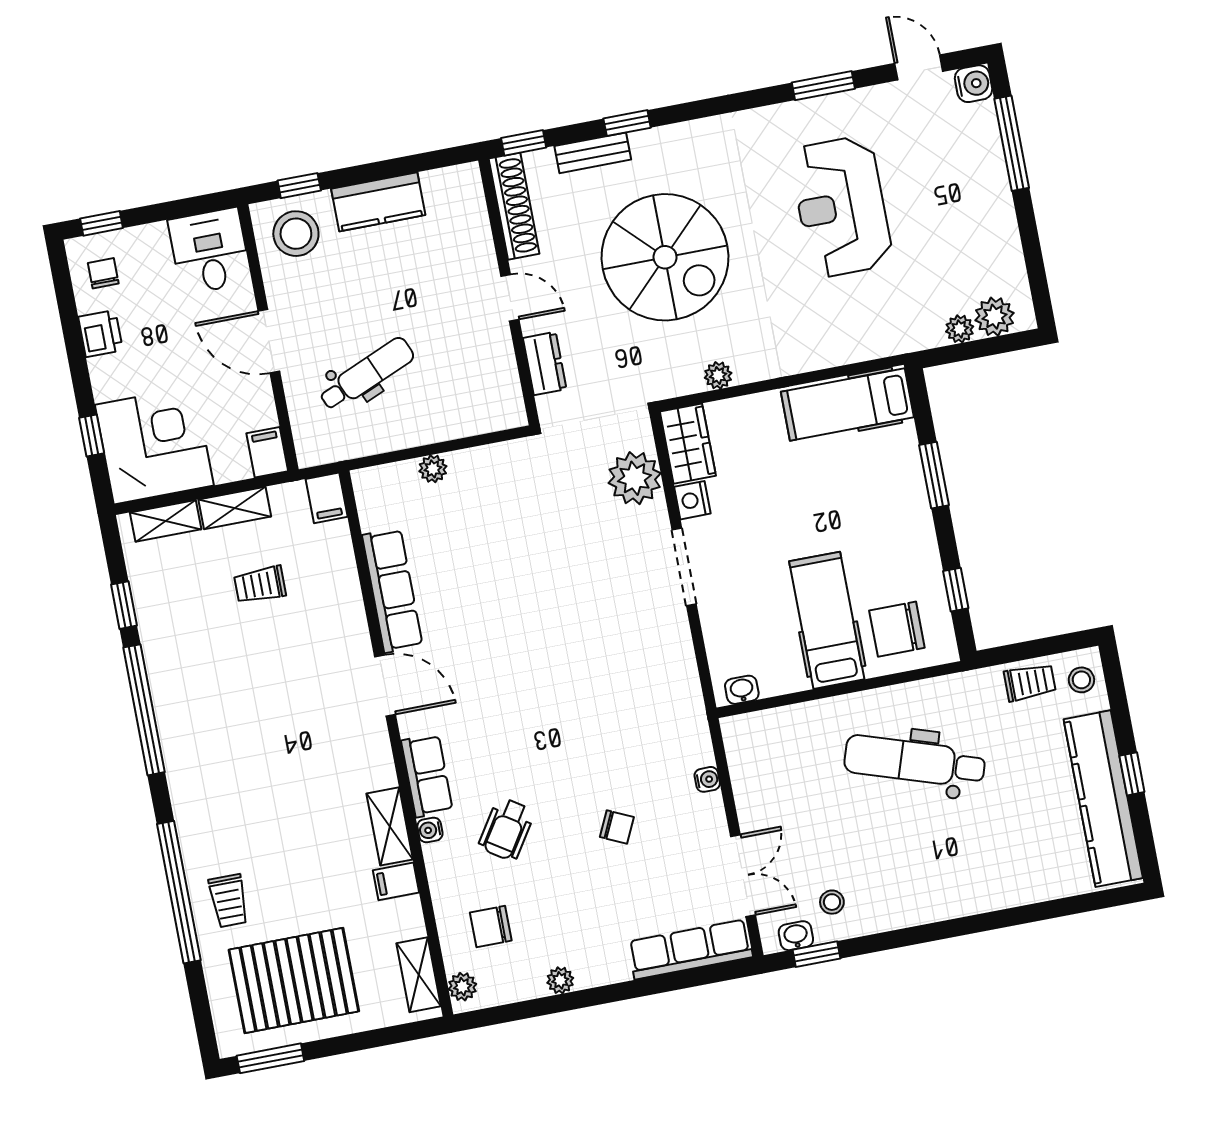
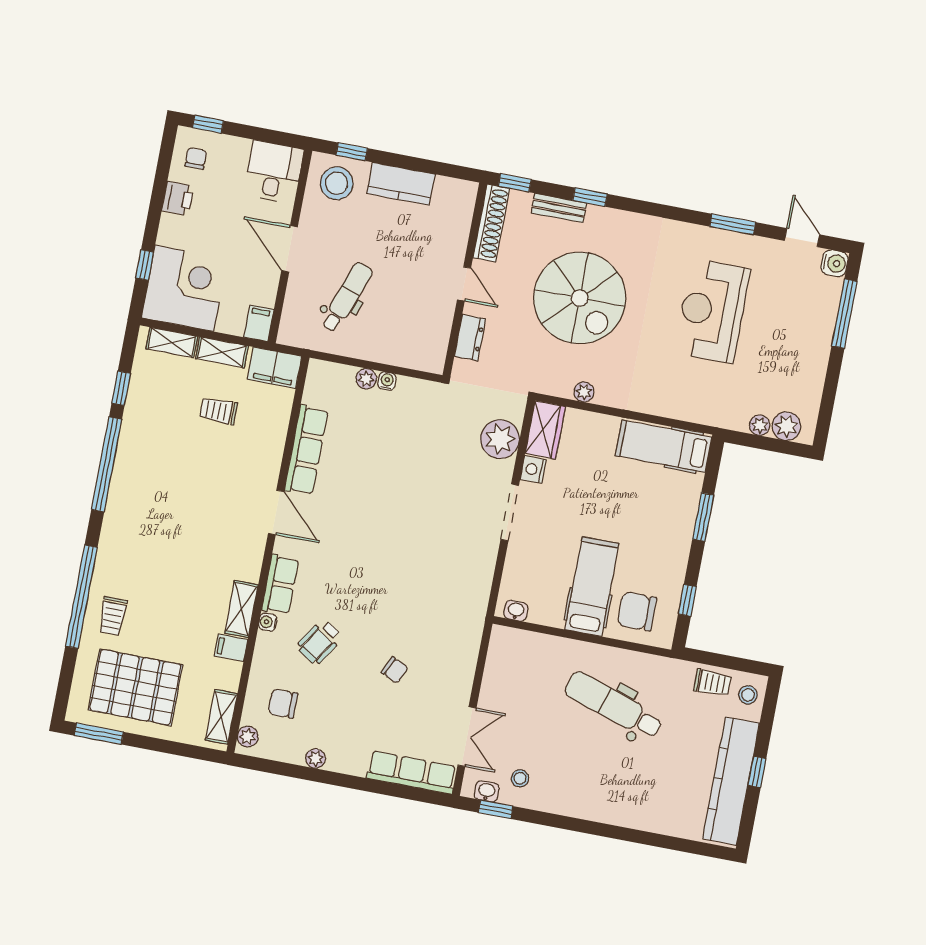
dental chair: (367, 374) -> (347, 297), turned -47
filing cabinet: (327, 498) -> (275, 368), width x2.00
water cooler: (707, 779) -> (387, 381), moved, turned -90

